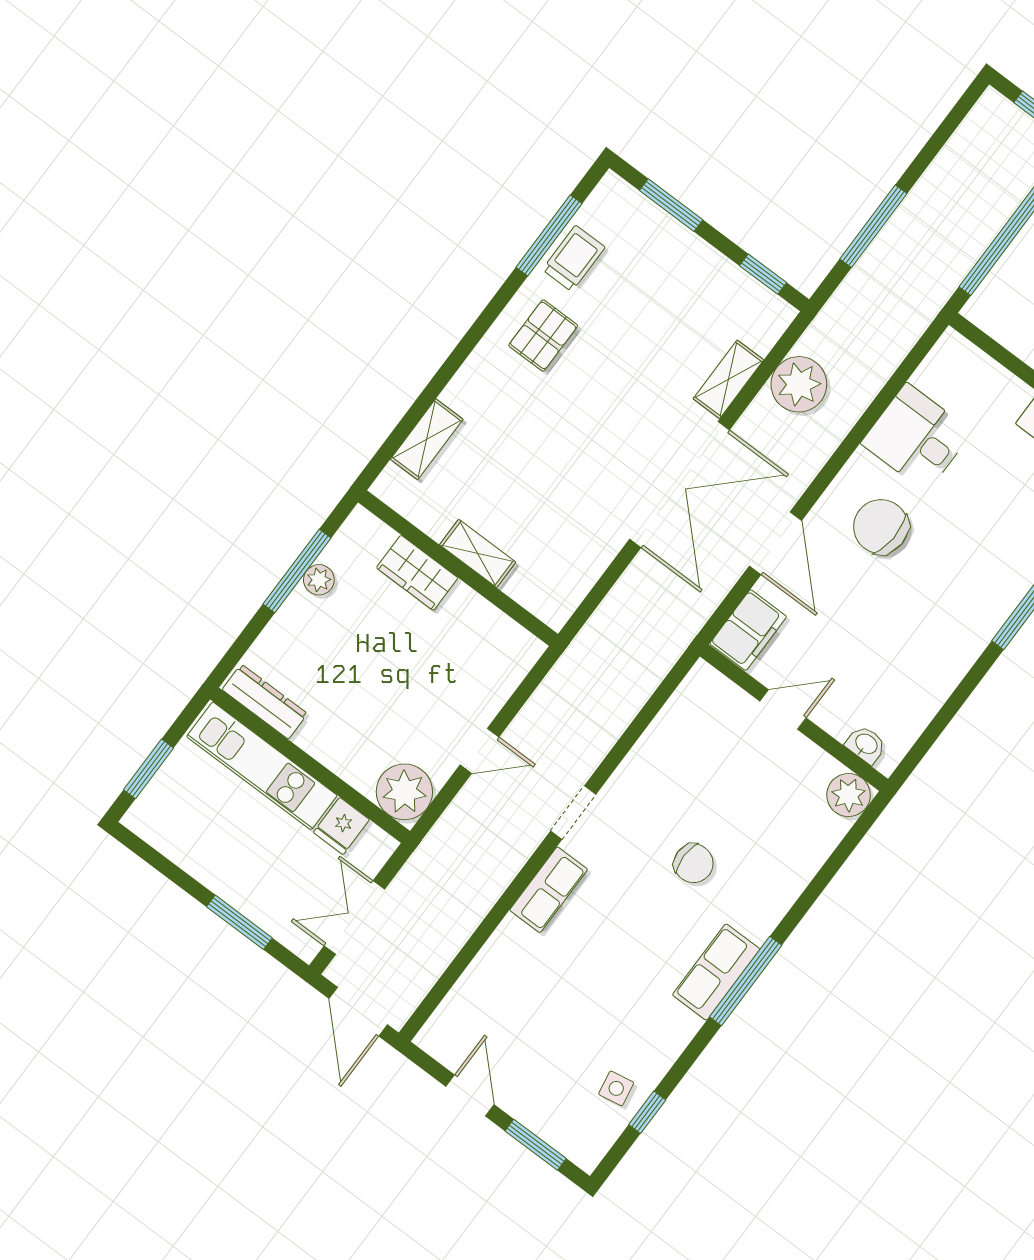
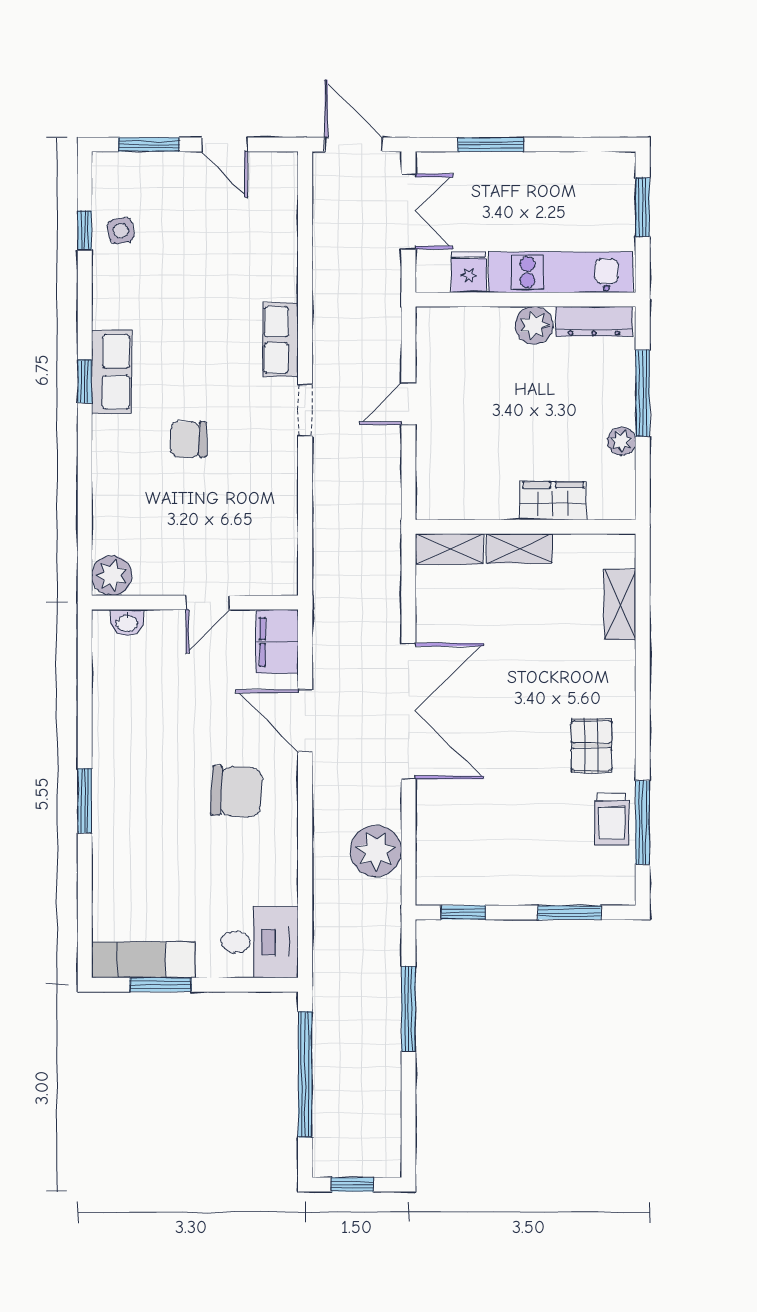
shelving: (728, 379) -> (449, 549), moved, turned 90
desk: (917, 438) -> (260, 942), moved
double door: (680, 484) -> (408, 711), swing flipped
window: (297, 571) -> (643, 393), moved
plant: (404, 792) -> (534, 325), moved, width x0.73, depth x0.73
window: (746, 981) -> (85, 381), width x0.46

